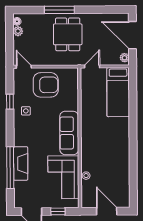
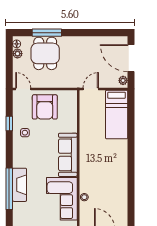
window: (59, 10) -> (47, 33), moved
dining table: (68, 34) -> (45, 53), moved
armchair: (46, 85) -> (45, 107), turned 90

